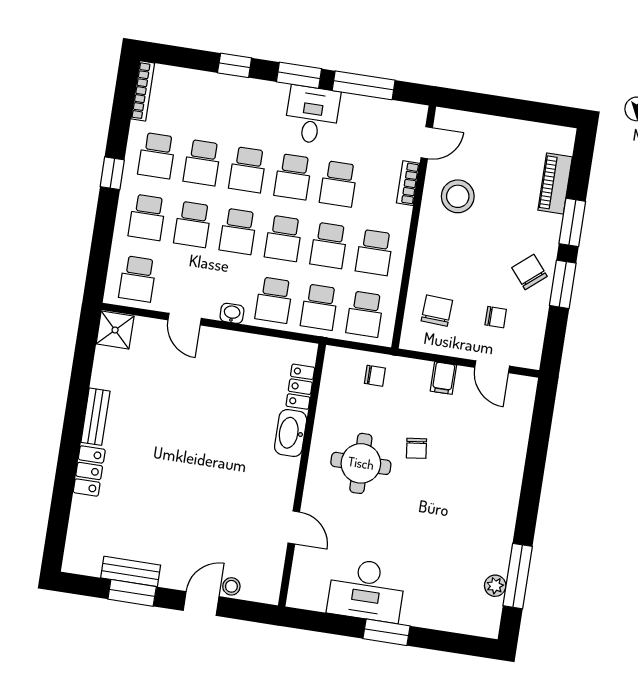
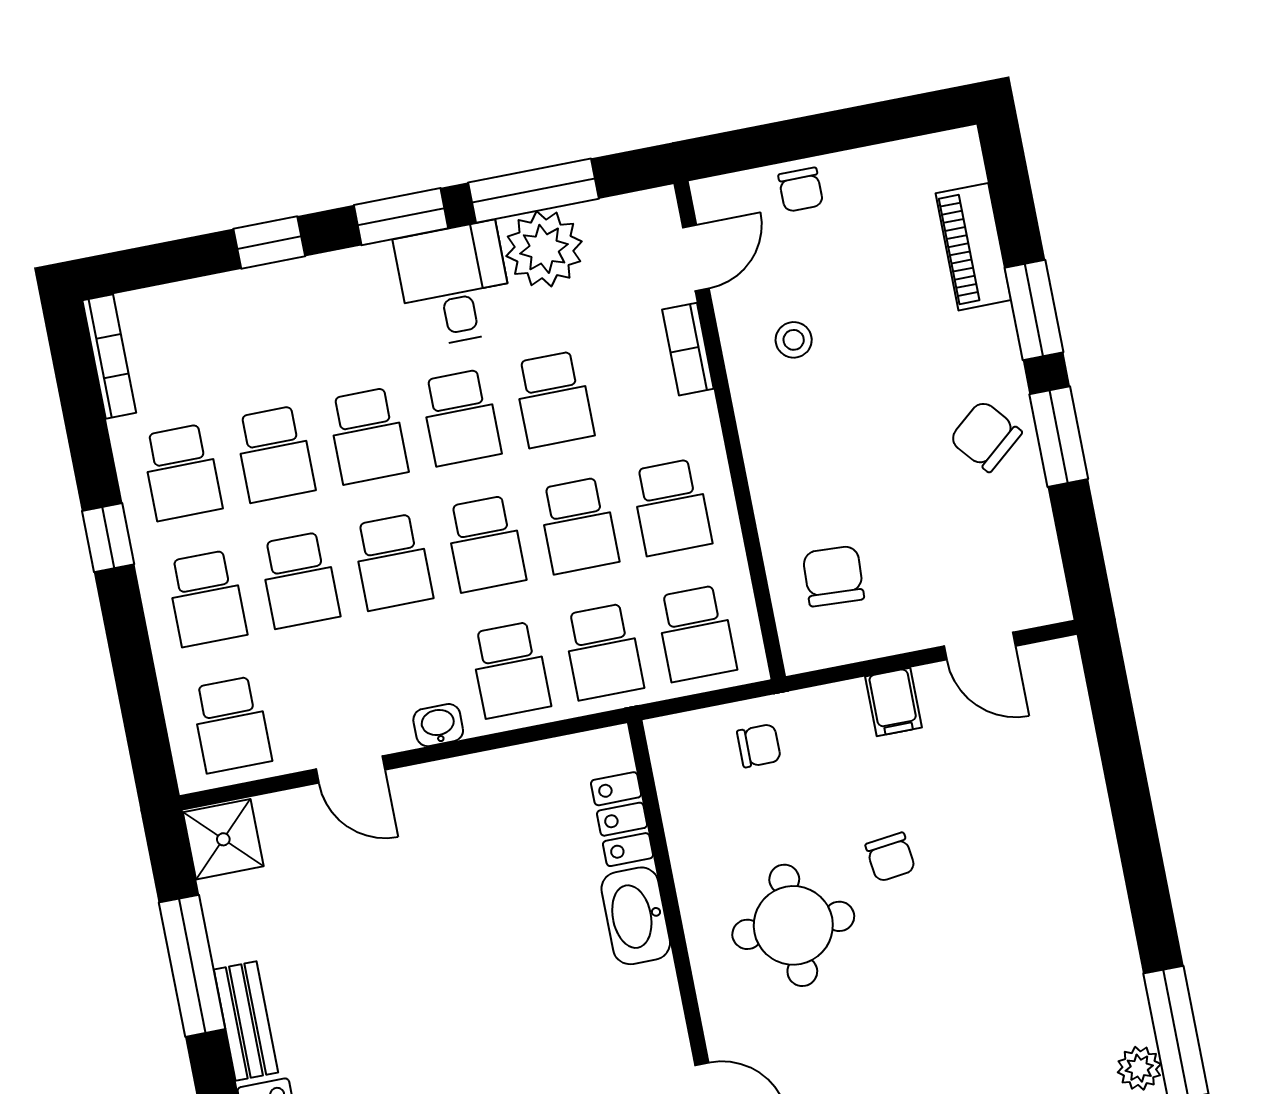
plant: (359, 114) -> (544, 249), added
stool: (458, 196) -> (794, 340), width x0.53, depth x0.53
chair: (496, 317) -> (801, 190), moved, turned 90
window: (80, 383) -> (192, 966), added

